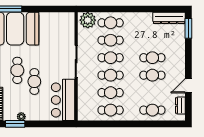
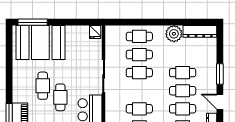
fridge: (68, 18) -> (95, 32), added
plant: (88, 20) -> (174, 34), moved
window: (188, 28) -> (220, 74), moved
cafe table: (111, 75) -> (183, 109), moved
door: (188, 86) -> (220, 102), hinge flipped

